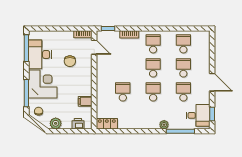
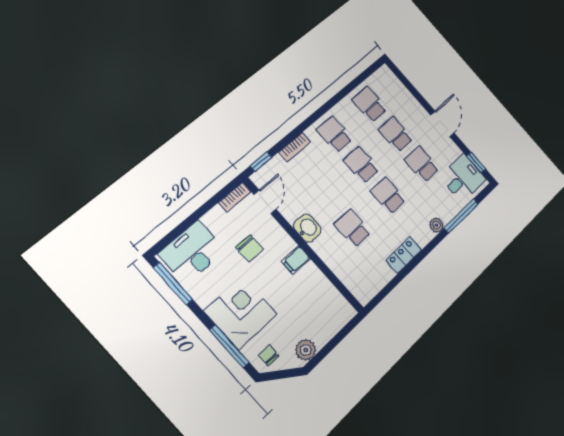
door: (94, 47) -> (265, 202), hinge flipped
desk: (40, 54) -> (192, 252), moved, turned 90
washbasin: (102, 74) -> (307, 228), added
door: (212, 82) -> (442, 124), hinge flipped
filing cabinet: (85, 101) -> (296, 260), moved
printer: (78, 124) -> (335, 323), removed
locker: (107, 124) -> (404, 255), moved

